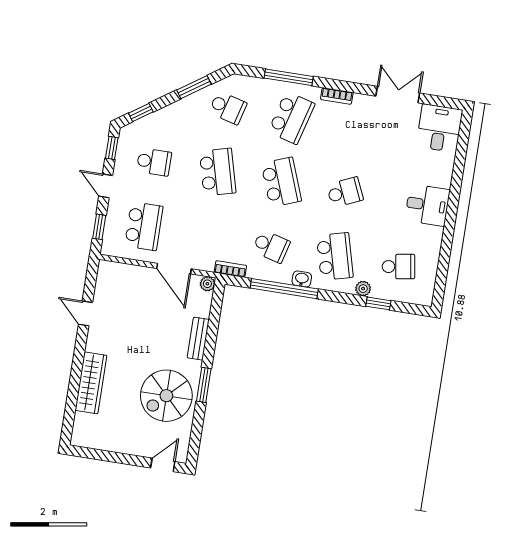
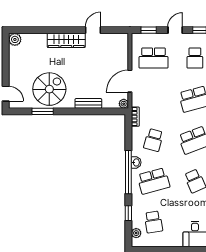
window: (284, 289) -> (128, 172), moved
plant: (363, 289) -> (136, 233), moved
wardrobe: (91, 383) -> (66, 40), moved
window: (204, 385) -> (43, 111), moved
spiral stairs: (166, 396) -> (49, 89), turned 90
plant: (81, 437) -> (15, 39), added

